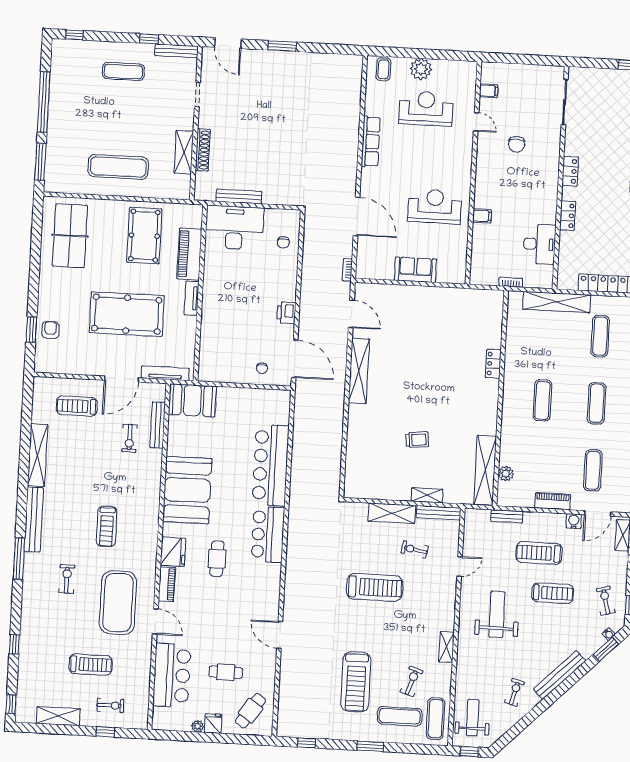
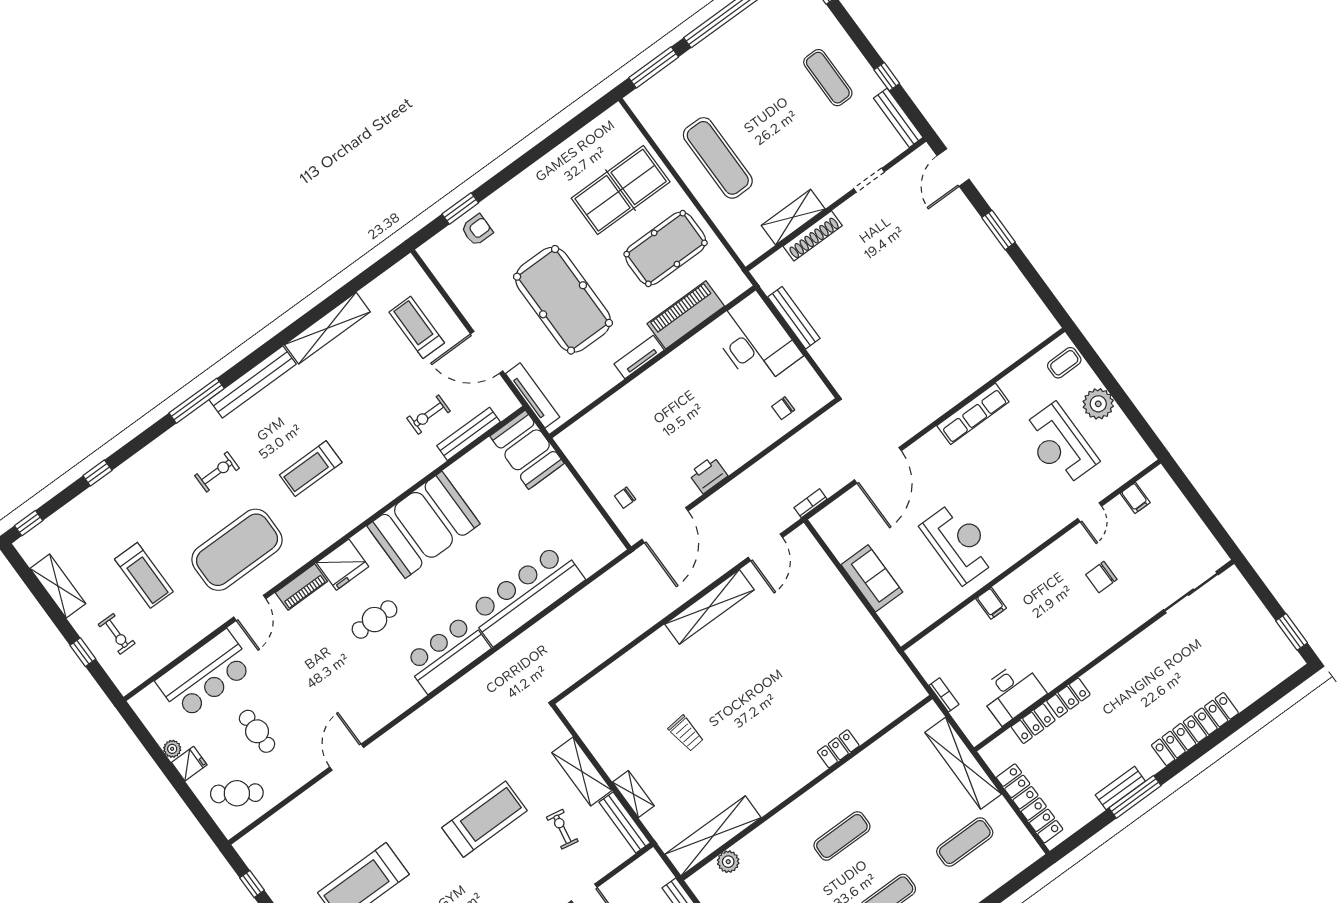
reception desk: (426, 109) -> (1059, 445), turned 180
locker: (570, 171) -> (1033, 724), moved
table tennis table: (70, 236) -> (621, 190), moved
treadmill: (375, 587) -> (485, 819), turned -90

